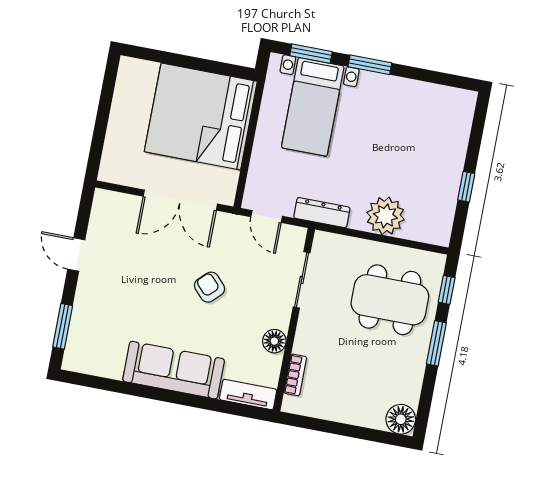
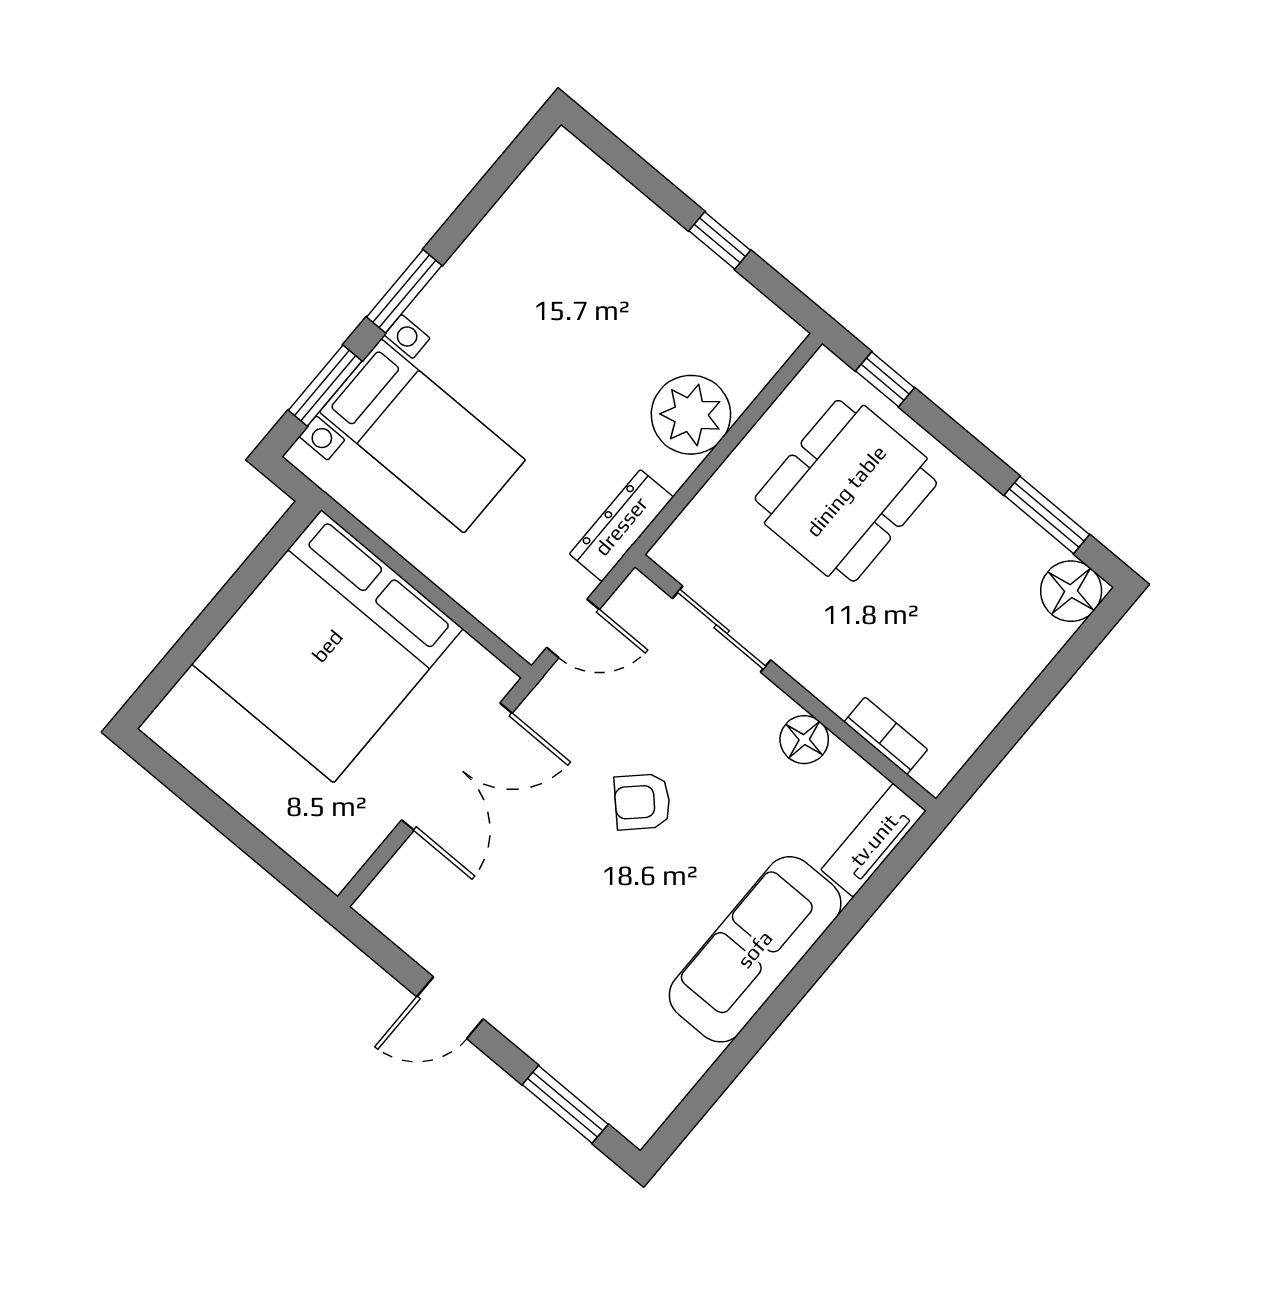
window: (436, 343) -> (1047, 515), moved

